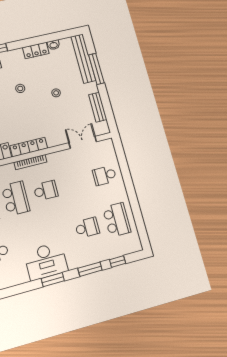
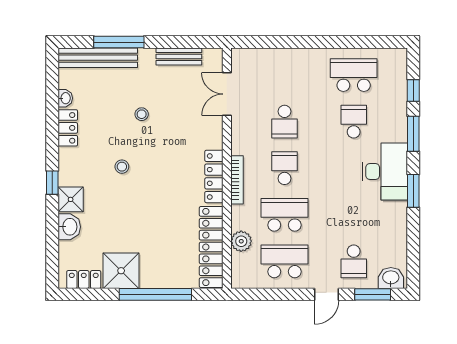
school desk: (104, 175) -> (284, 122), moved
desk: (46, 261) -> (385, 172), moved

